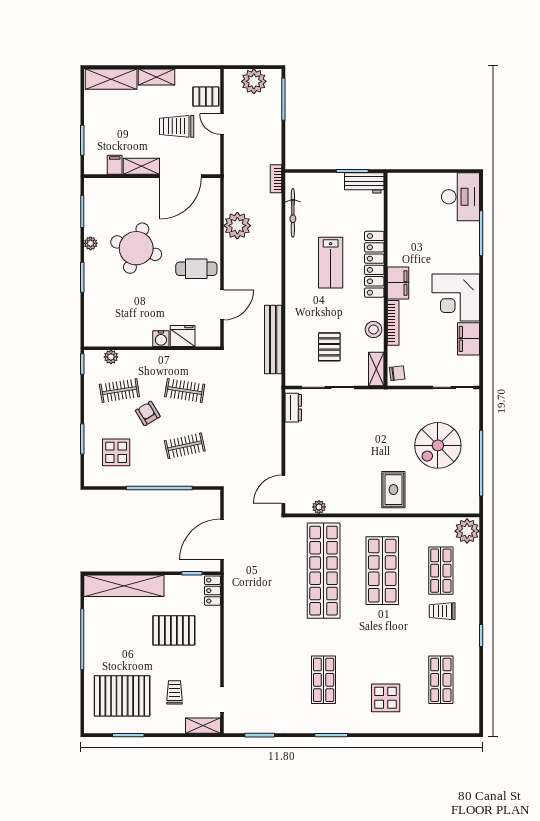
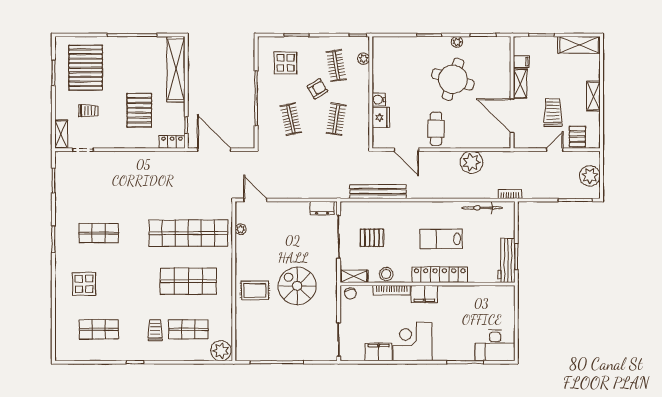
shelving: (111, 79) -> (579, 45), moved, turned 90
workbench: (364, 183) -> (506, 260), width x1.37
spiral stairs: (438, 445) -> (297, 286), moved

